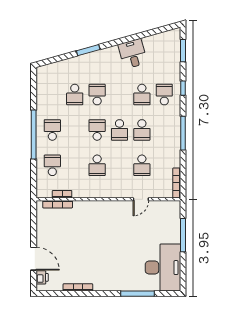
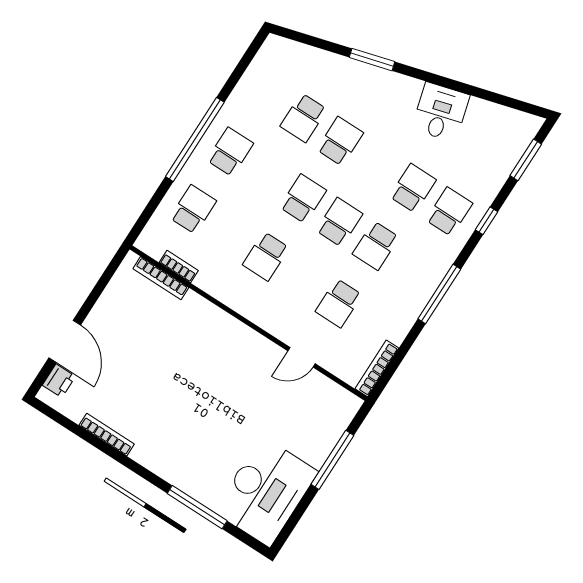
school desk: (142, 95) -> (413, 188), turned 180
school desk: (119, 130) -> (339, 222), turned 180

